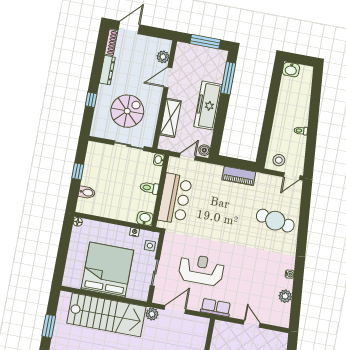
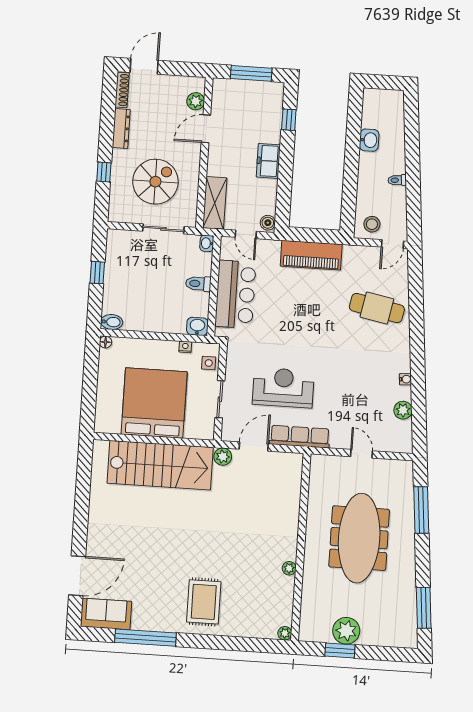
washbasin: (291, 70) -> (369, 140), moved, turned -90
window: (228, 78) -> (289, 120), width x0.46
freezer: (208, 106) -> (268, 161), width x0.52, depth x0.79
shelving: (170, 118) -> (215, 203), moved
door: (187, 157) -> (246, 234), swing flipped
piano: (239, 176) -> (311, 255), width x1.37, depth x1.33
bidet: (87, 192) -> (112, 322), moved
row of seats: (216, 308) -> (300, 437), width x1.48
window: (49, 326) -> (83, 490), removed

